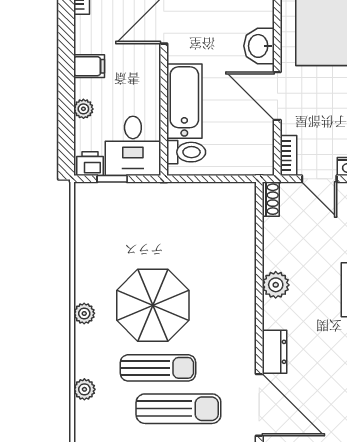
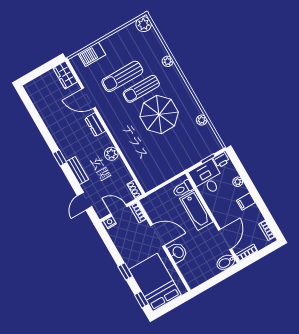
plant: (84, 313) -> (202, 120), moved
door: (259, 405) -> (89, 98), width x0.73

